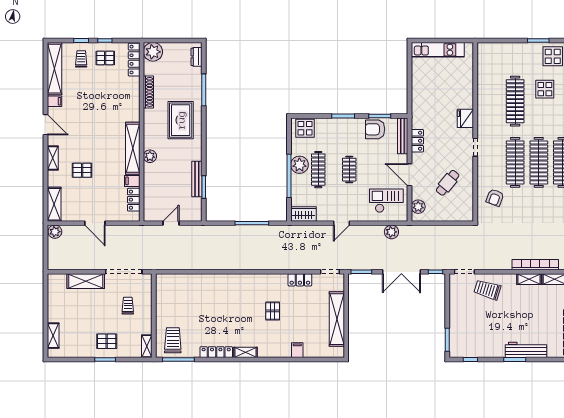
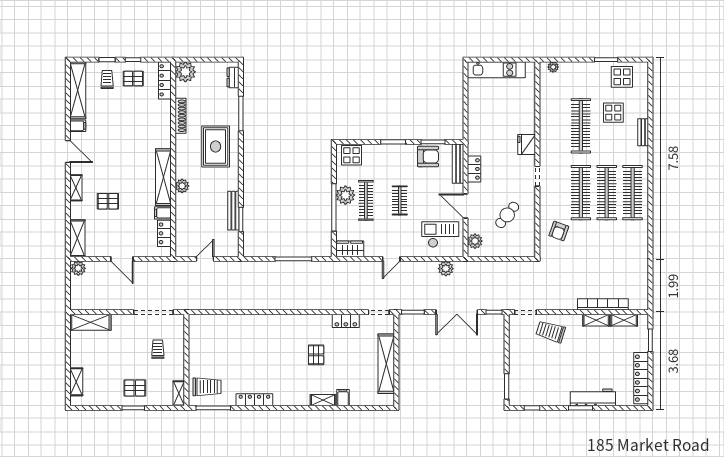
plant: (490, 47) -> (553, 67), added
armchair: (375, 129) -> (428, 157), turned 180
shelving: (86, 281) -> (90, 322), moved
trolley: (173, 340) -> (207, 387), turned 90
shelving: (245, 352) -> (323, 400), moved

